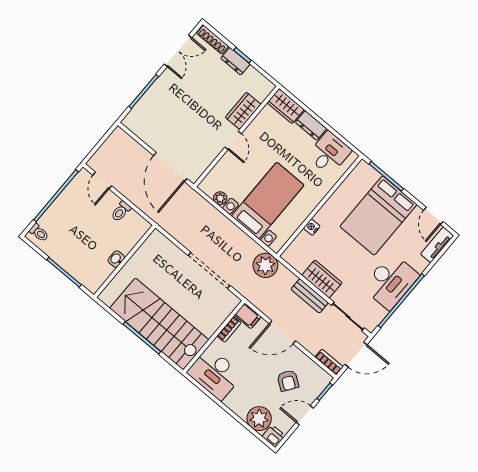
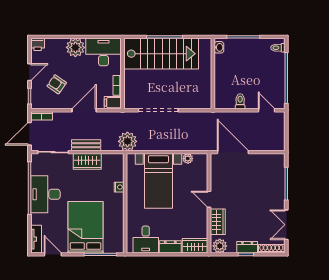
plant: (261, 85) -> (220, 246), added
washbasin: (116, 259) -> (219, 47), moved
plant: (259, 419) -> (75, 47), moved

